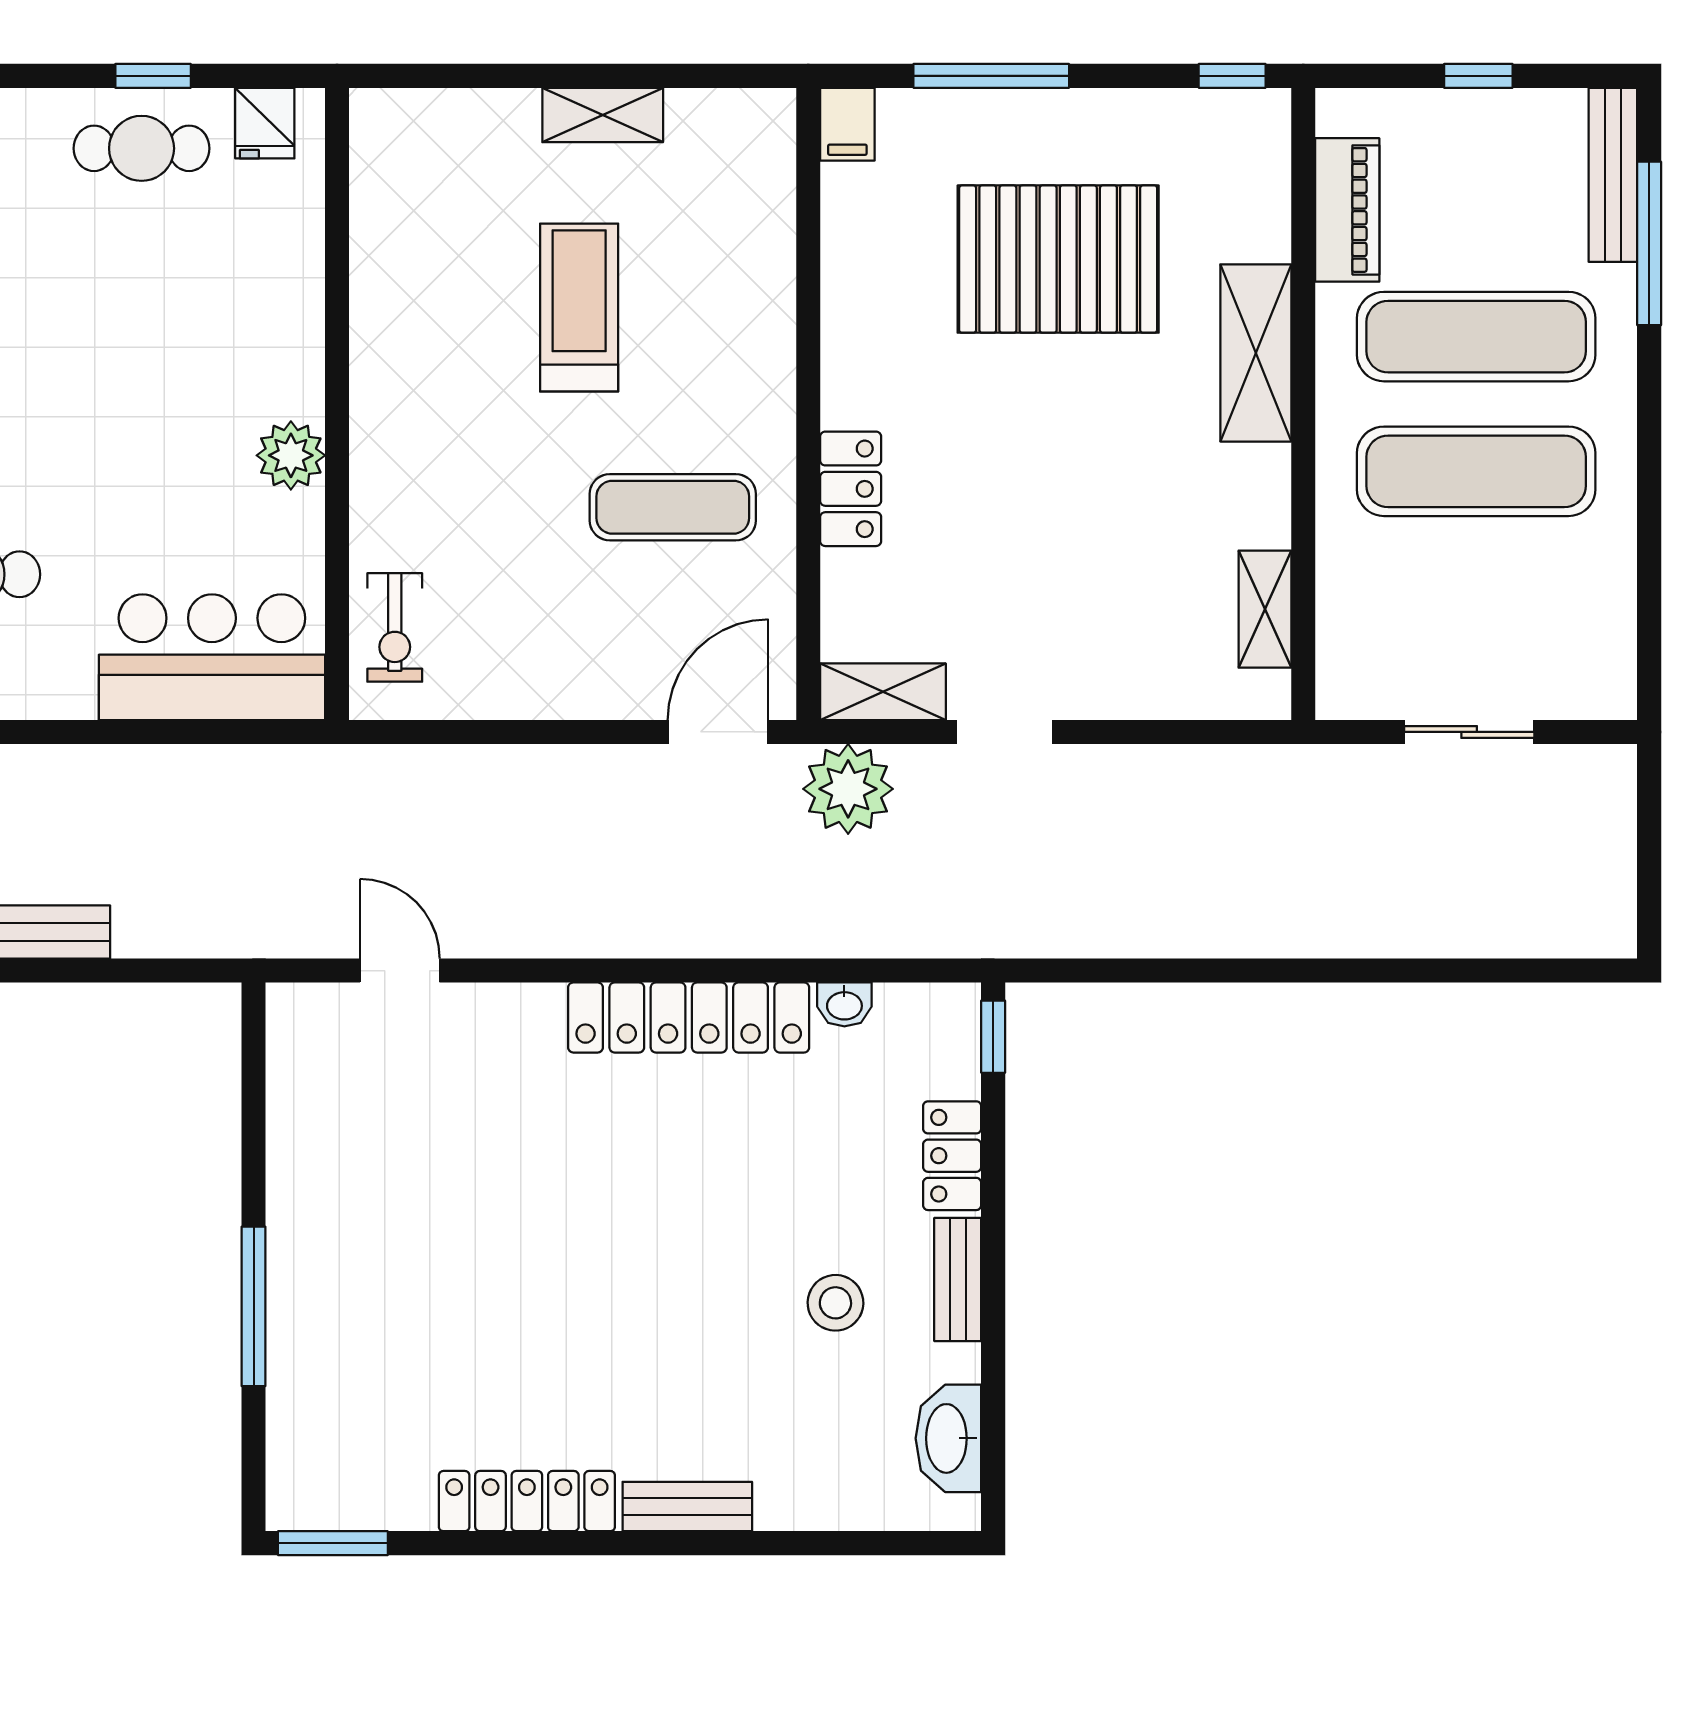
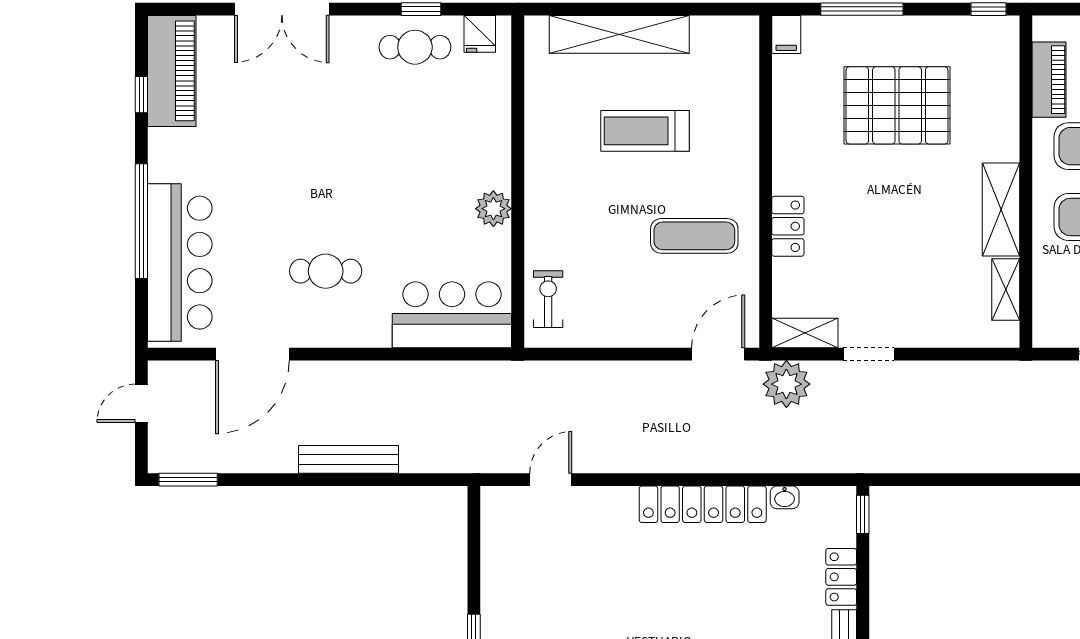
shelving: (603, 115) -> (619, 34), width x2.20, depth x1.33
treadmill: (579, 307) -> (645, 131), turned -90
shelving: (1256, 353) -> (1001, 210), moved
exercise bike: (395, 627) -> (548, 299), turned 180
door: (400, 971) -> (551, 480), hinge flipped

